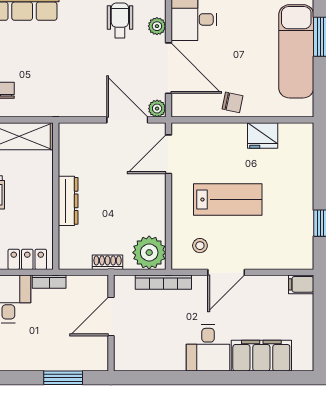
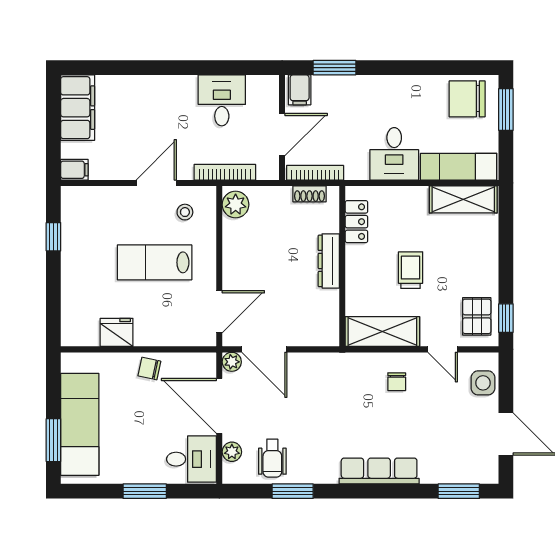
plant: (149, 253) -> (236, 205), width x0.73, depth x0.73
locker: (27, 259) -> (356, 222), moved, turned -90
shoe rack: (108, 262) -> (310, 194), moved
bookcase: (49, 282) -> (315, 173), moved, width x1.56
desk: (208, 348) -> (222, 100), moved
filing cabinet: (261, 356) -> (78, 108), moved, turned -90
filing cabinet: (95, 357) -> (300, 90), added

